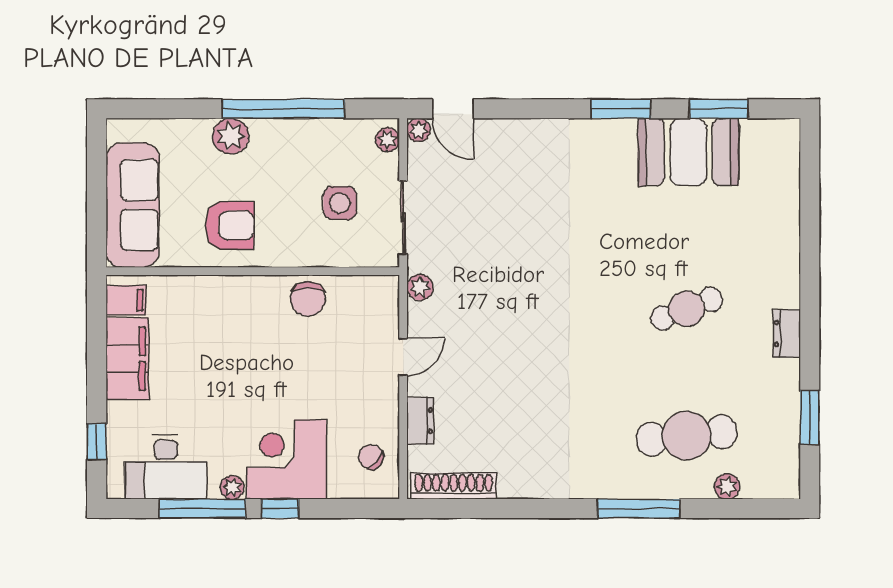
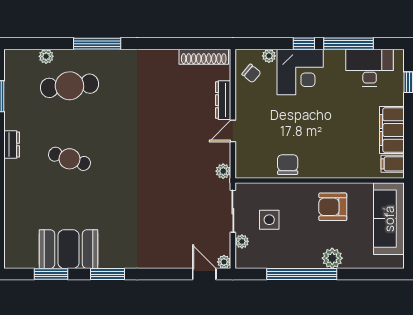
plant: (387, 139) -> (242, 241), moved
cafe table: (687, 309) -> (69, 159), turned 39
dresser: (420, 421) -> (223, 100), width x1.44
plant: (232, 487) -> (269, 56), moved

